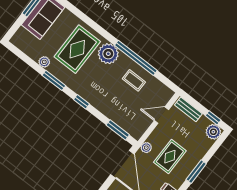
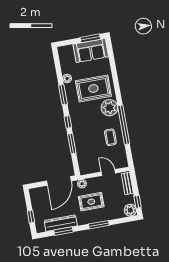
window: (118, 130) -> (72, 144), moved

